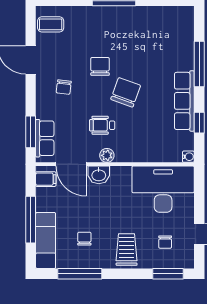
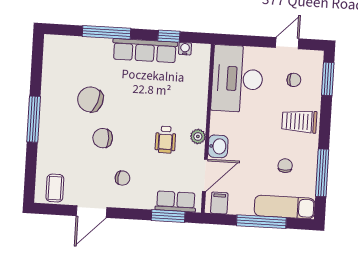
chair: (126, 92) -> (90, 99), moved
water cooler: (188, 157) -> (185, 49), moved
chair: (84, 239) -> (285, 166), turned 90

